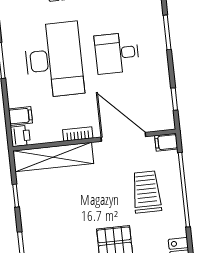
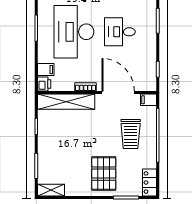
desk: (54, 60) -> (74, 32), turned 180
trolley: (147, 192) -> (131, 134), turned 180

